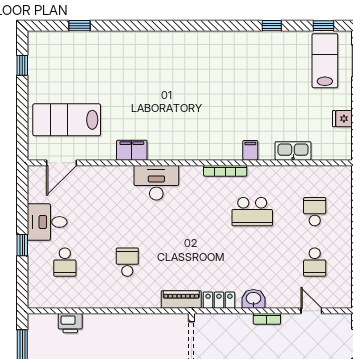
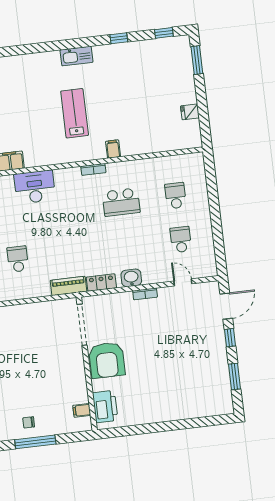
lab bench: (325, 61) -> (75, 113), moved
kitchen sink: (293, 151) -> (76, 56), moved, turned 180
bookcase: (225, 171) -> (93, 169), width x0.64
school desk: (315, 262) -> (181, 240), turned 180

